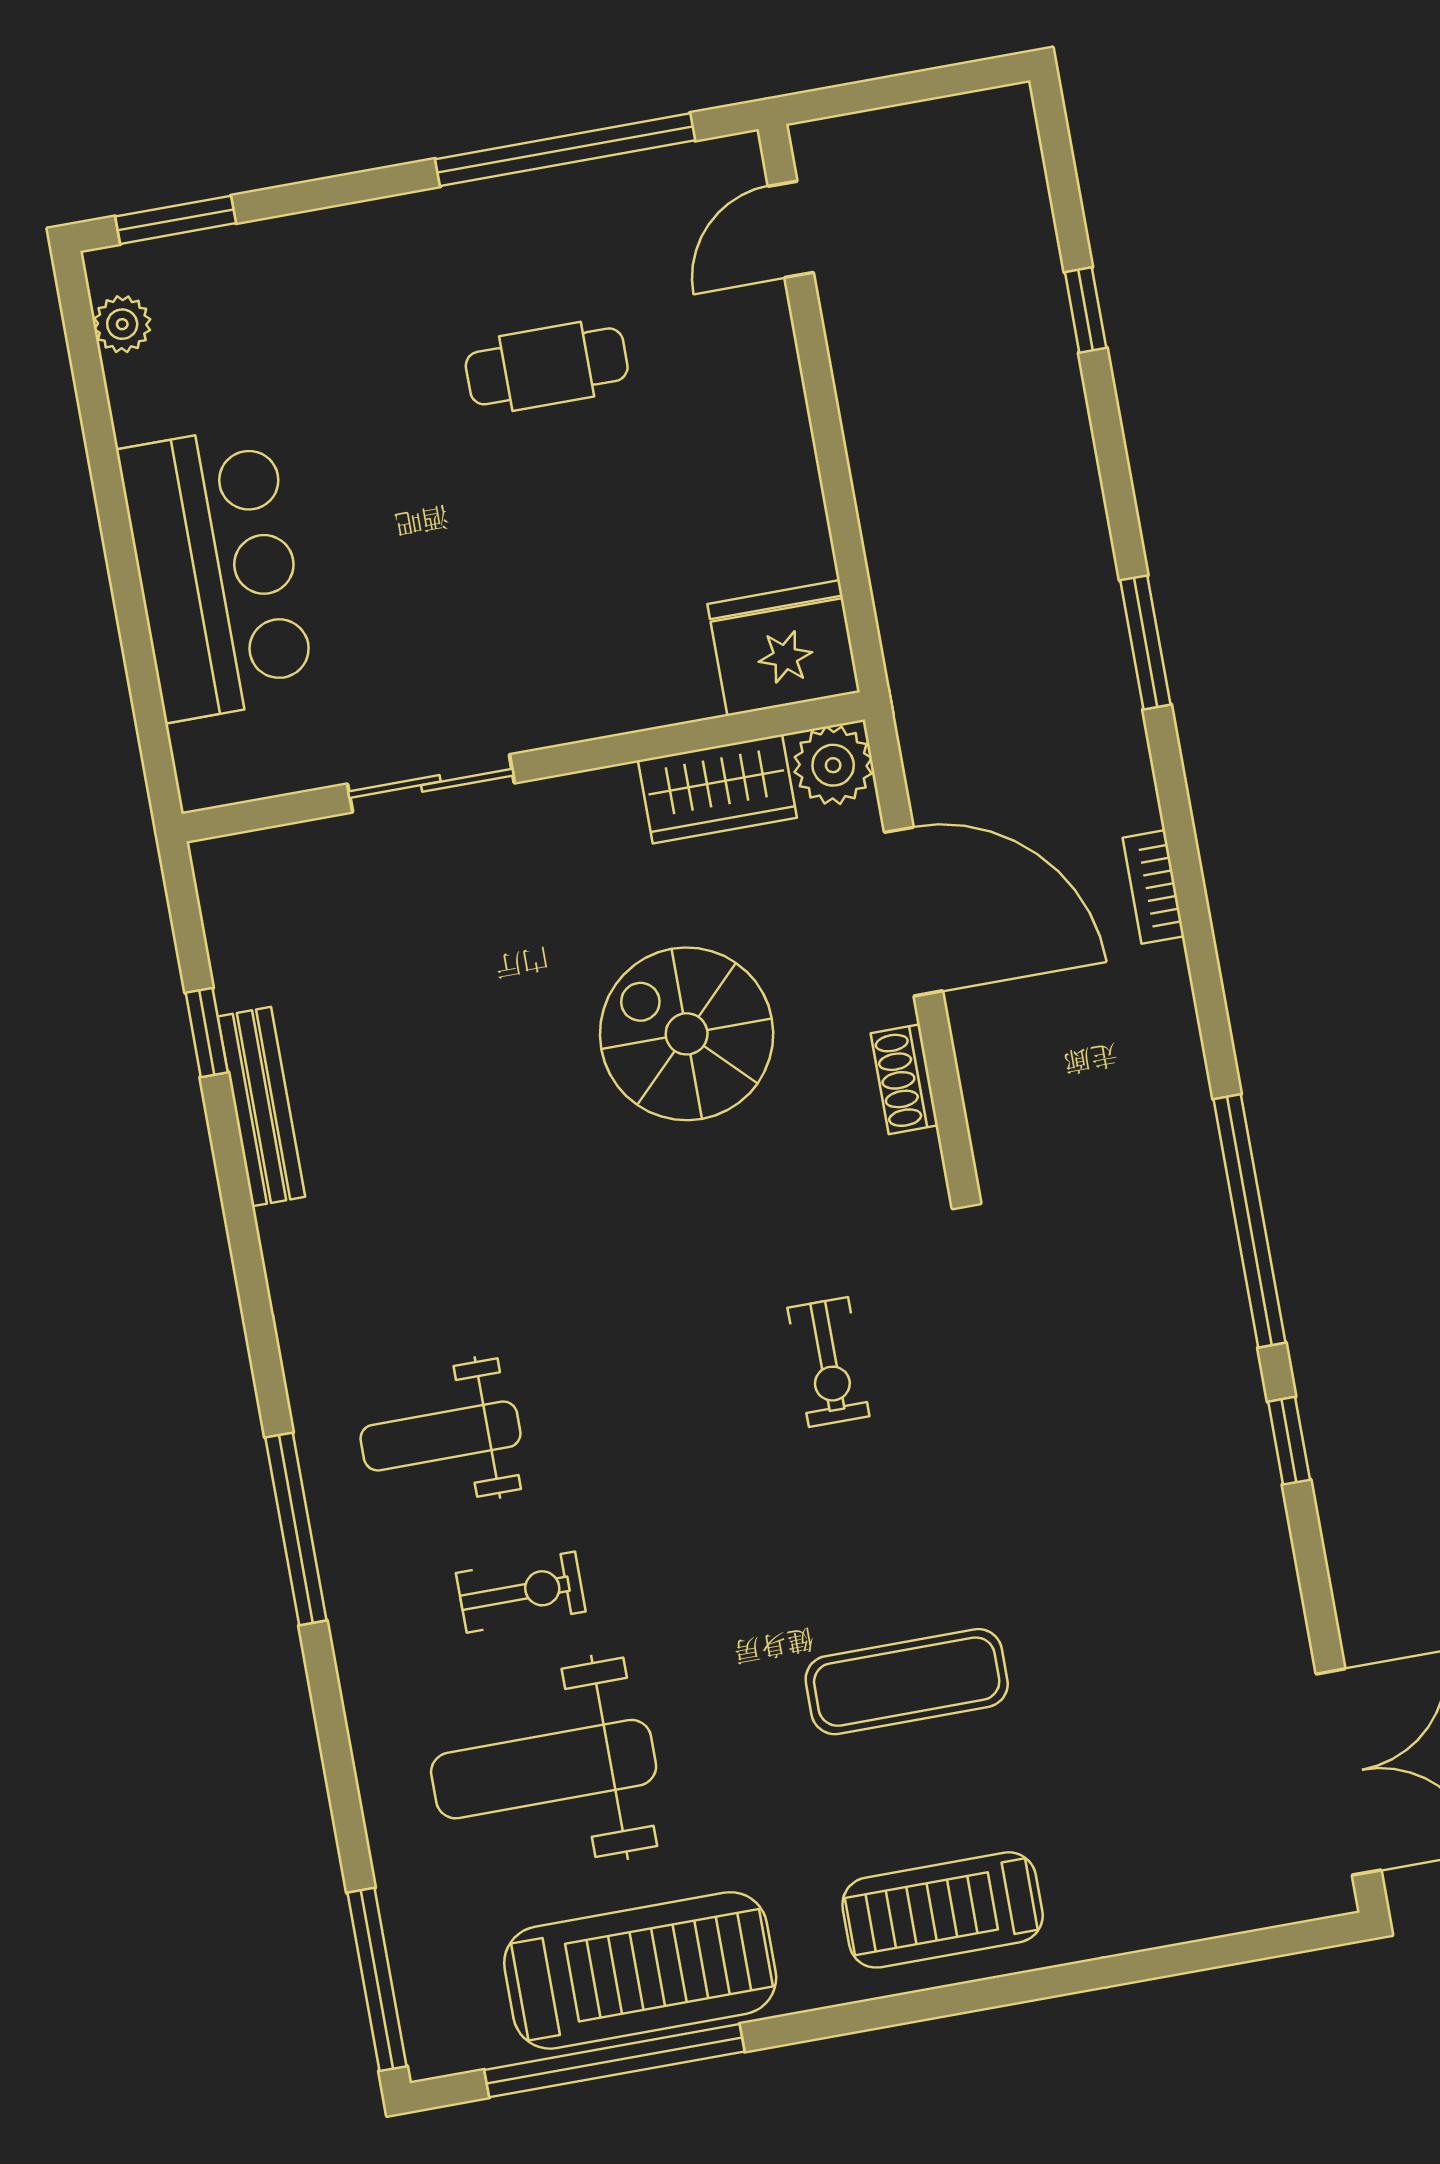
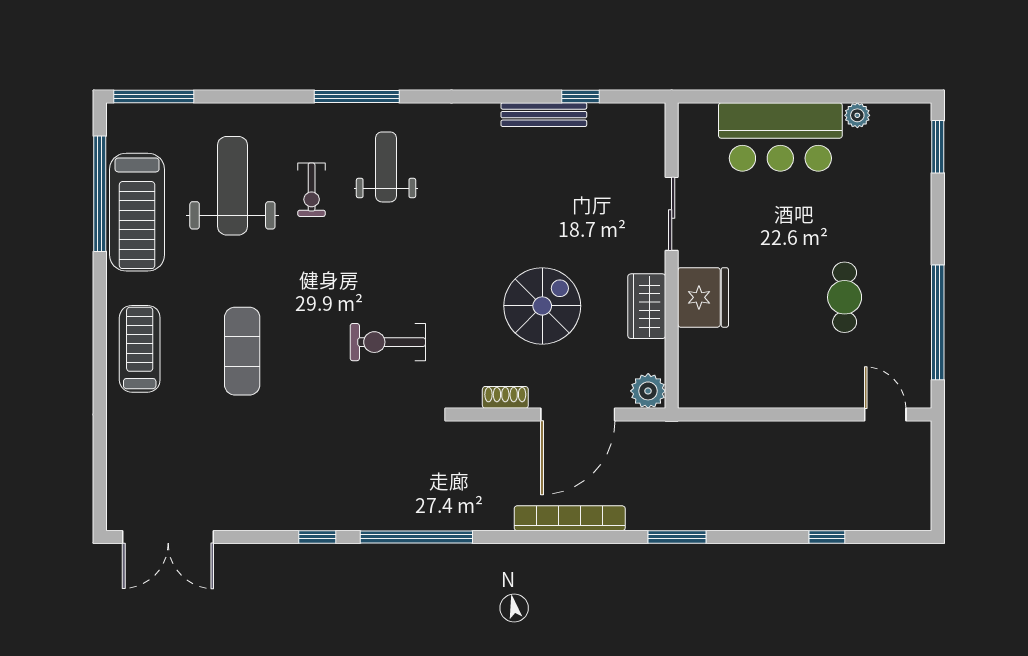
plant: (122, 324) -> (857, 115), moved
fridge: (784, 648) -> (703, 297), moved
wardrobe: (717, 789) -> (647, 306), moved
bookcase: (1153, 887) -> (570, 518), width x2.31, depth x1.31
exercise bike: (828, 1362) -> (388, 342), width x1.38, depth x1.39

